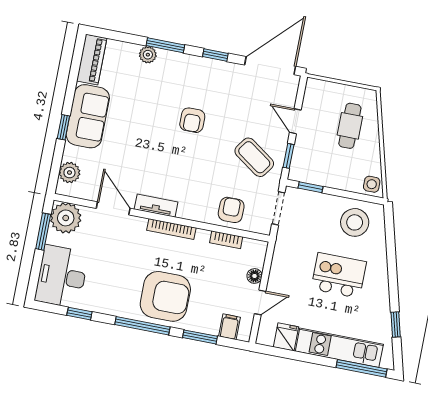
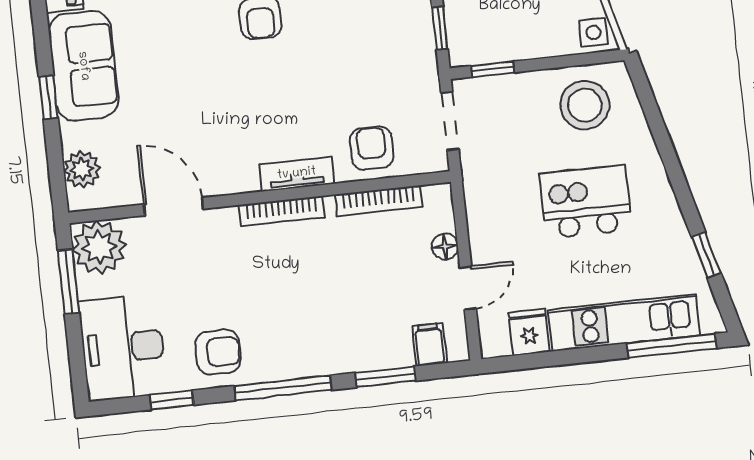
coffee table: (254, 157) -> (383, 48), removed
tv unit: (156, 206) -> (297, 174), moved
bookcase: (226, 240) -> (379, 201), width x1.56
armchair: (165, 296) -> (218, 352), moved, width x0.53, depth x0.53

